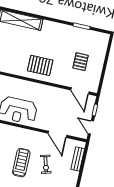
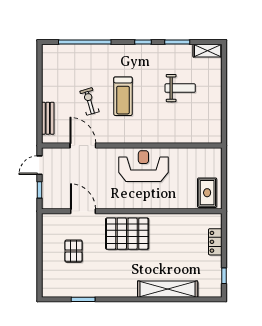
pallet: (40, 65) -> (127, 234), width x1.37, depth x1.41
door: (80, 91) -> (83, 211), moved
door: (91, 127) -> (39, 165), swing flipped

